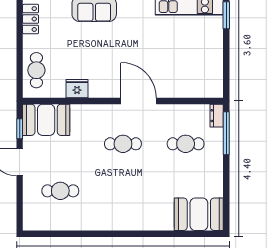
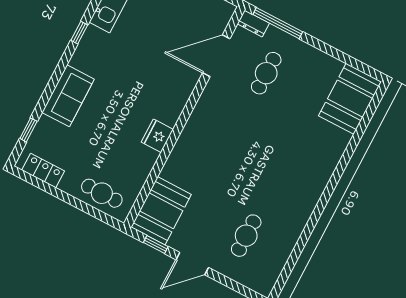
fridge: (77, 89) -> (157, 136), moved
door: (139, 101) -> (216, 56), moved
cafe table: (123, 144) -> (231, 141), removed

